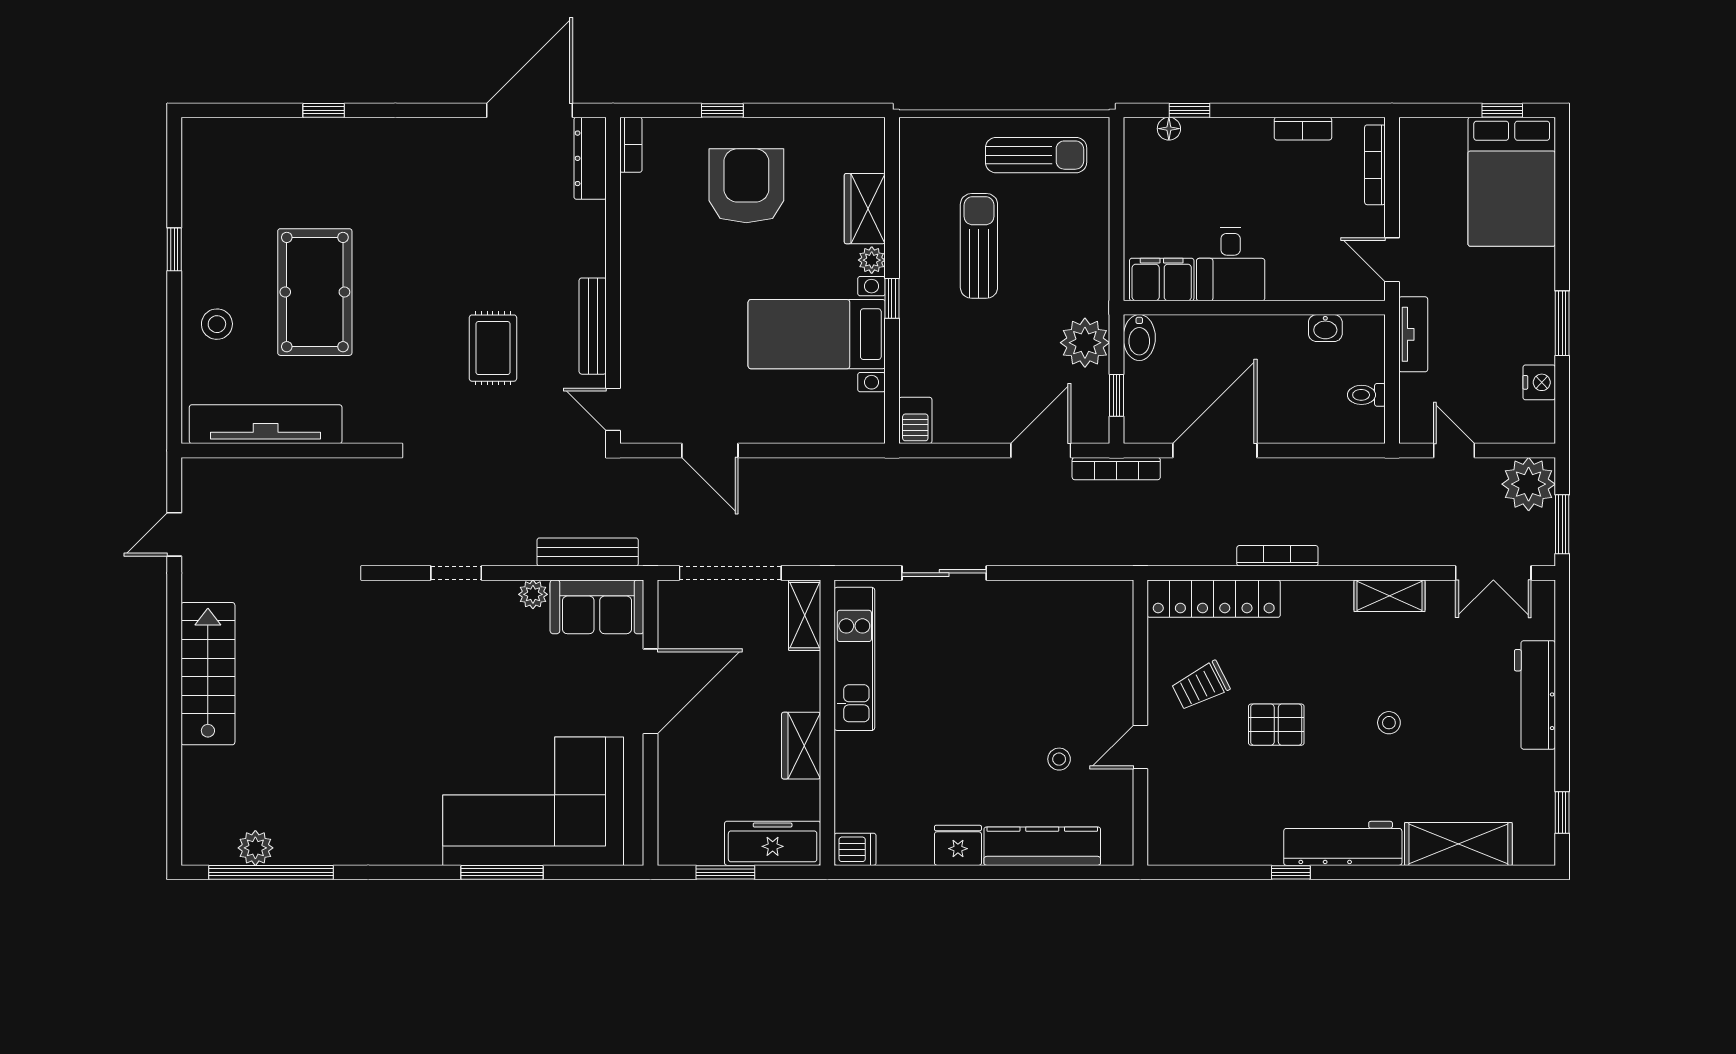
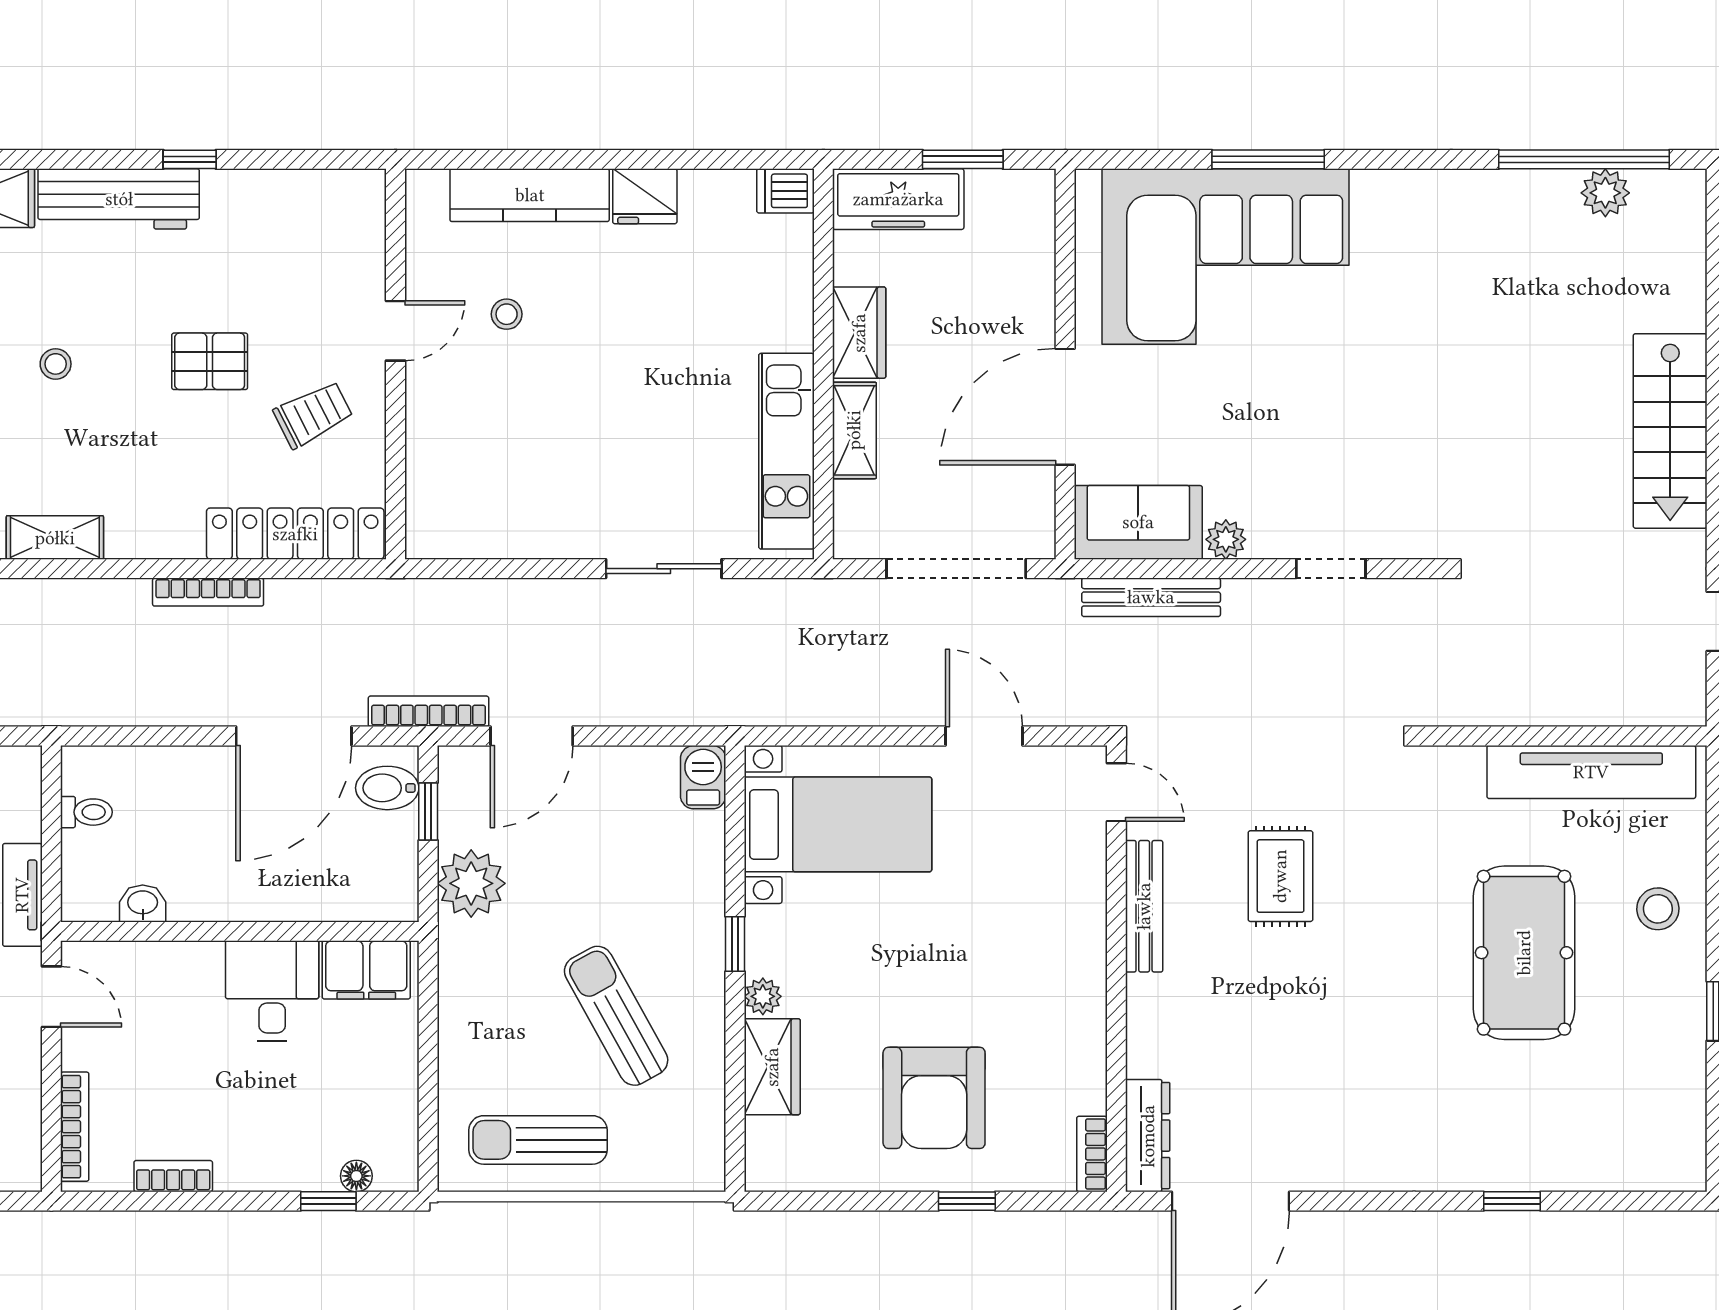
sun lounger: (979, 246) -> (616, 1016), turned 151
bed with nightstands: (817, 334) -> (838, 824), moved
bidet: (1139, 338) -> (387, 788), moved, turned -90
shelving: (805, 615) -> (854, 430), moved

